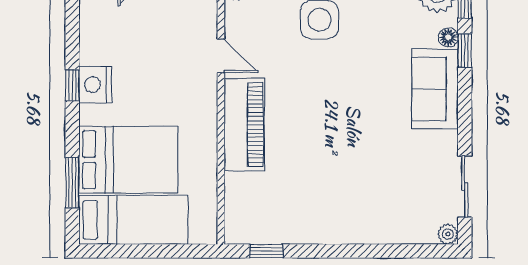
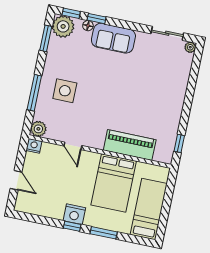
door: (221, 56) -> (73, 146), swing flipped
piano: (244, 125) -> (130, 145), moved
bed: (128, 160) -> (114, 183), moved, turned 180
window: (72, 183) -> (104, 233), moved

